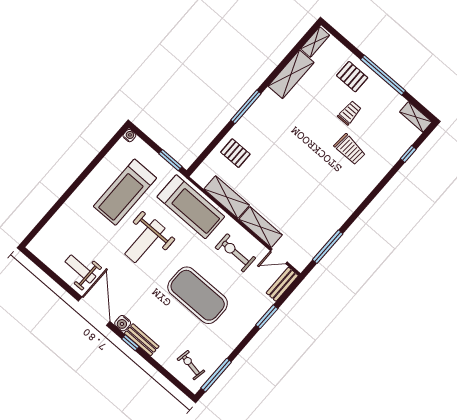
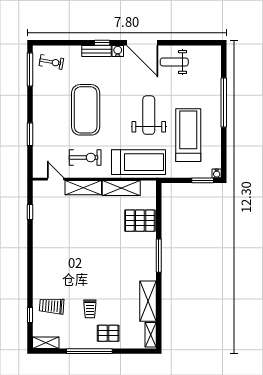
trolley: (350, 149) -> (52, 306), moved
pallet: (235, 153) -> (140, 221), width x1.50, depth x1.42
window: (170, 160) -> (203, 180), moved
window: (68, 194) -> (224, 102), added
treadmill: (191, 207) -> (139, 162), turned 180
window: (328, 247) -> (30, 212), width x0.46
door: (279, 256) -> (56, 179), hinge flipped
weight bench: (80, 269) -> (174, 62), turned 180
bench: (282, 284) -> (38, 163), removed
exercise mat: (198, 295) -> (86, 110), turned 90

